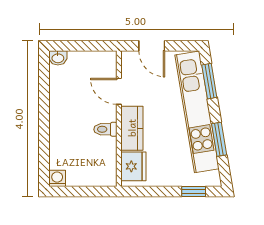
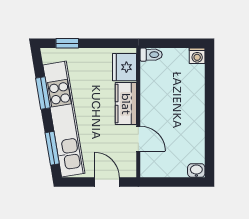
toilet: (105, 129) -> (151, 55), moved

